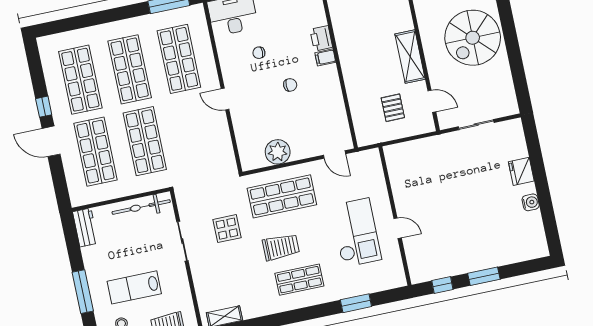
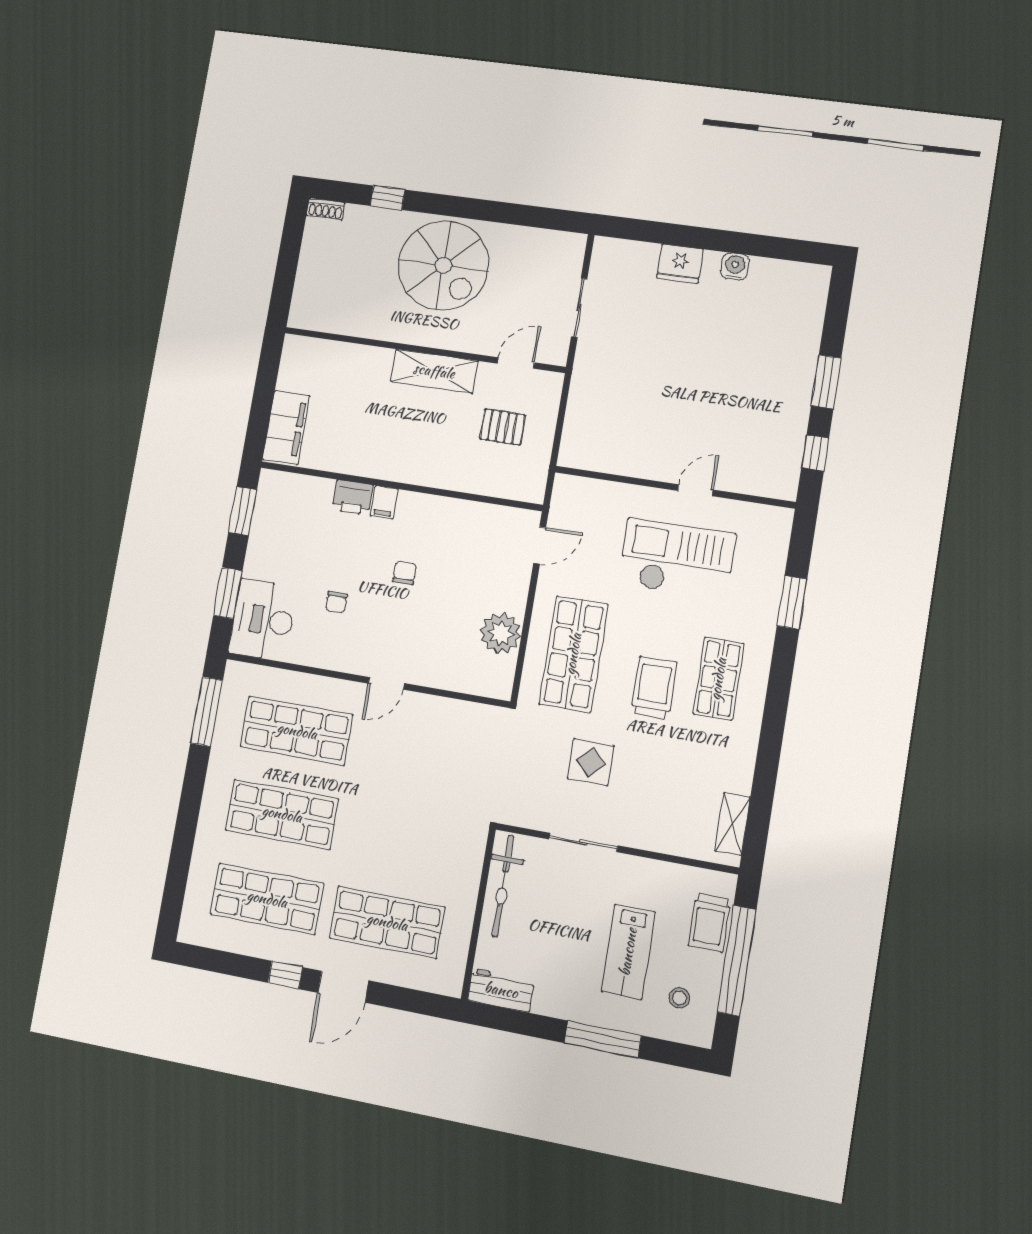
shop shelf: (145, 141) -> (402, 837), removed

